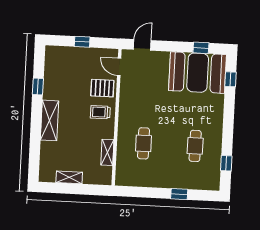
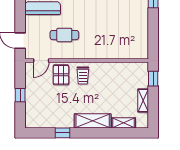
cafe table: (144, 143) -> (64, 35), moved
shelving: (107, 152) -> (124, 123), moved
window: (93, 190) -> (153, 79), added

